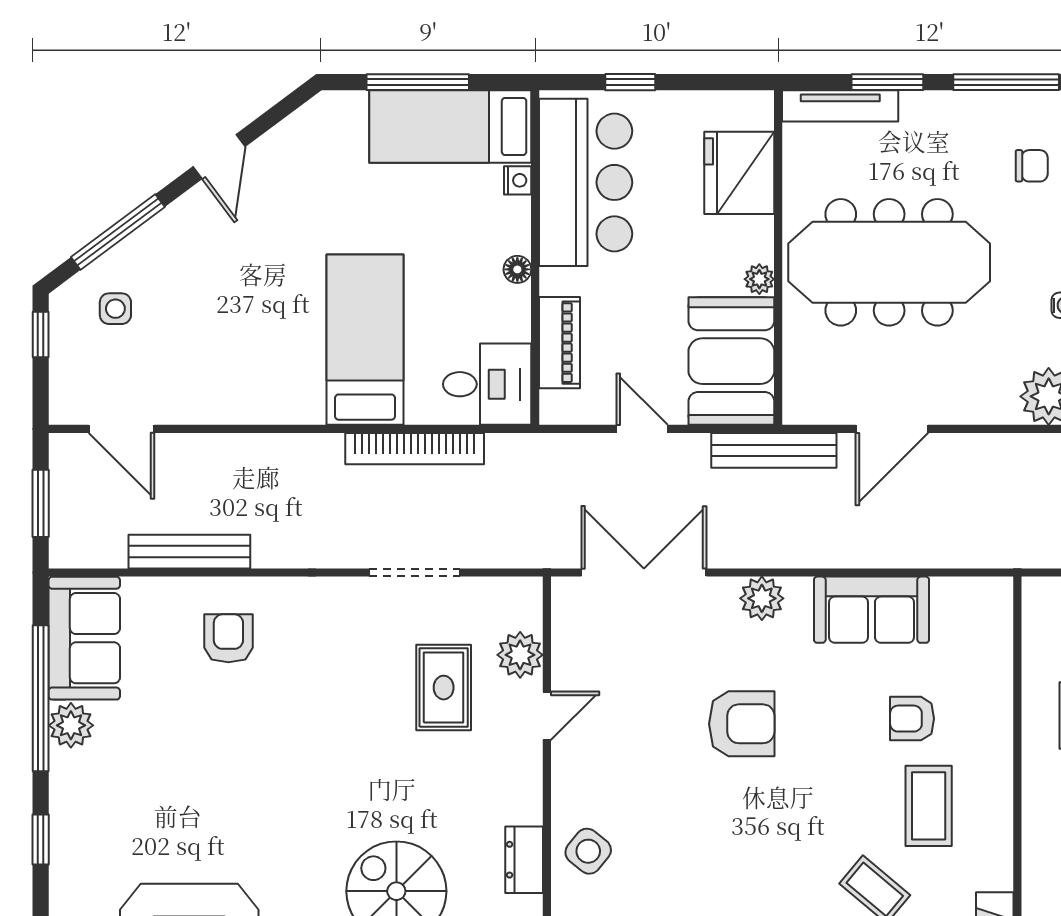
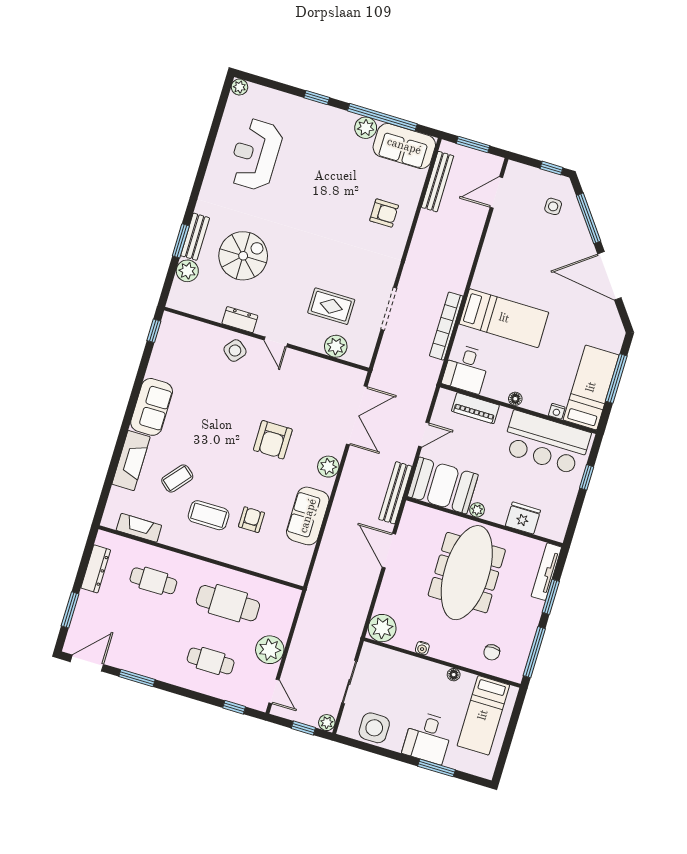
door: (219, 157) -> (609, 276), width x1.87
fridge: (739, 173) -> (523, 518), width x0.73, depth x0.75
bench: (189, 552) -> (438, 182), moved
door: (547, 716) -> (276, 342), moved

